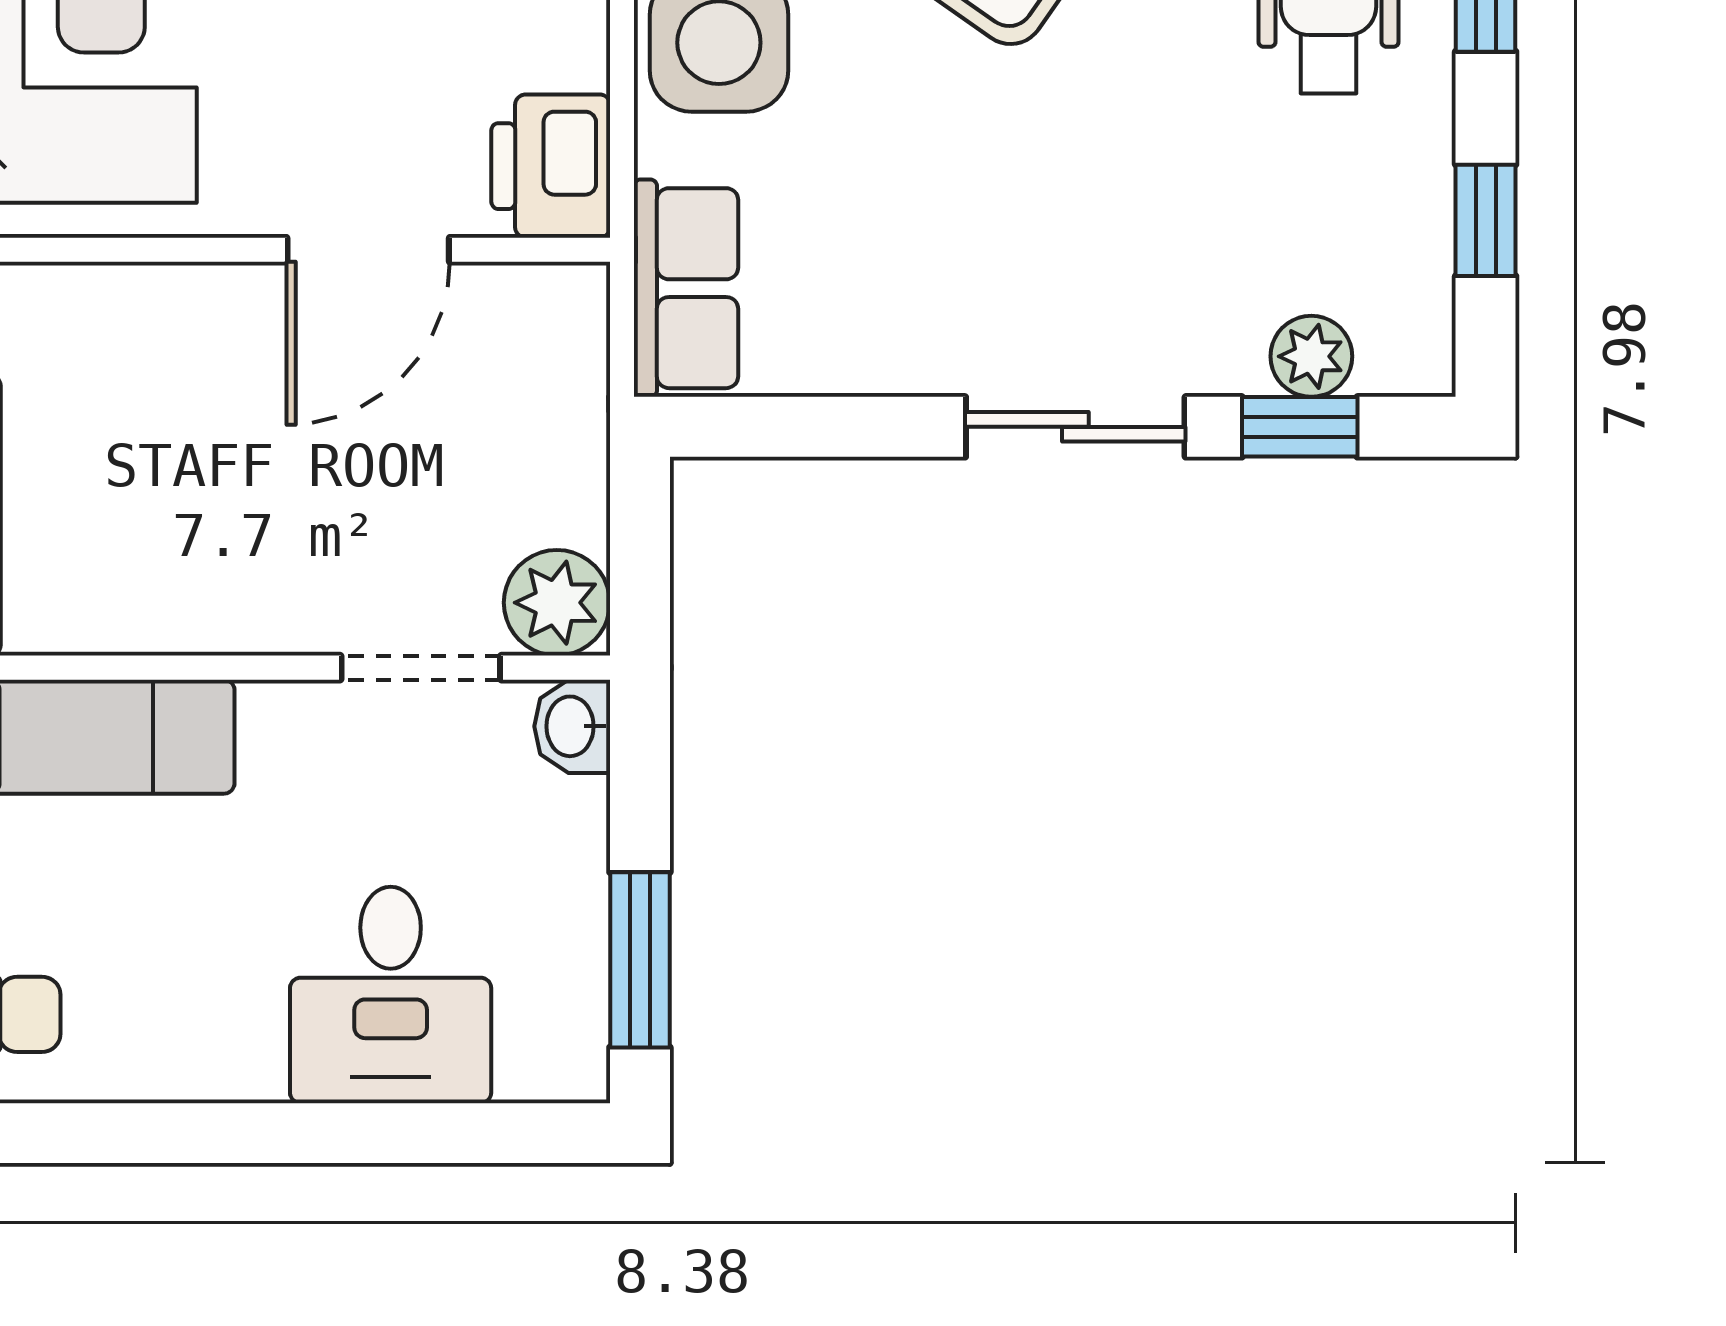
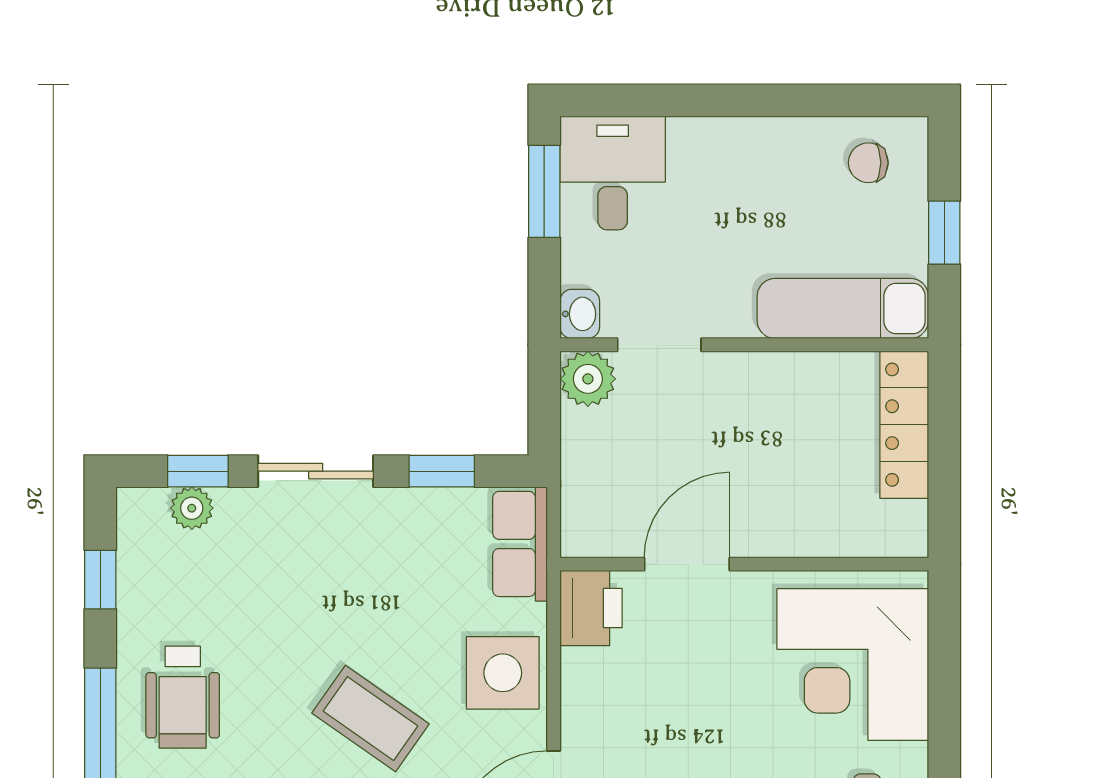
window: (835, 427) -> (442, 471), added
desk: (391, 995) -> (613, 173), moved

